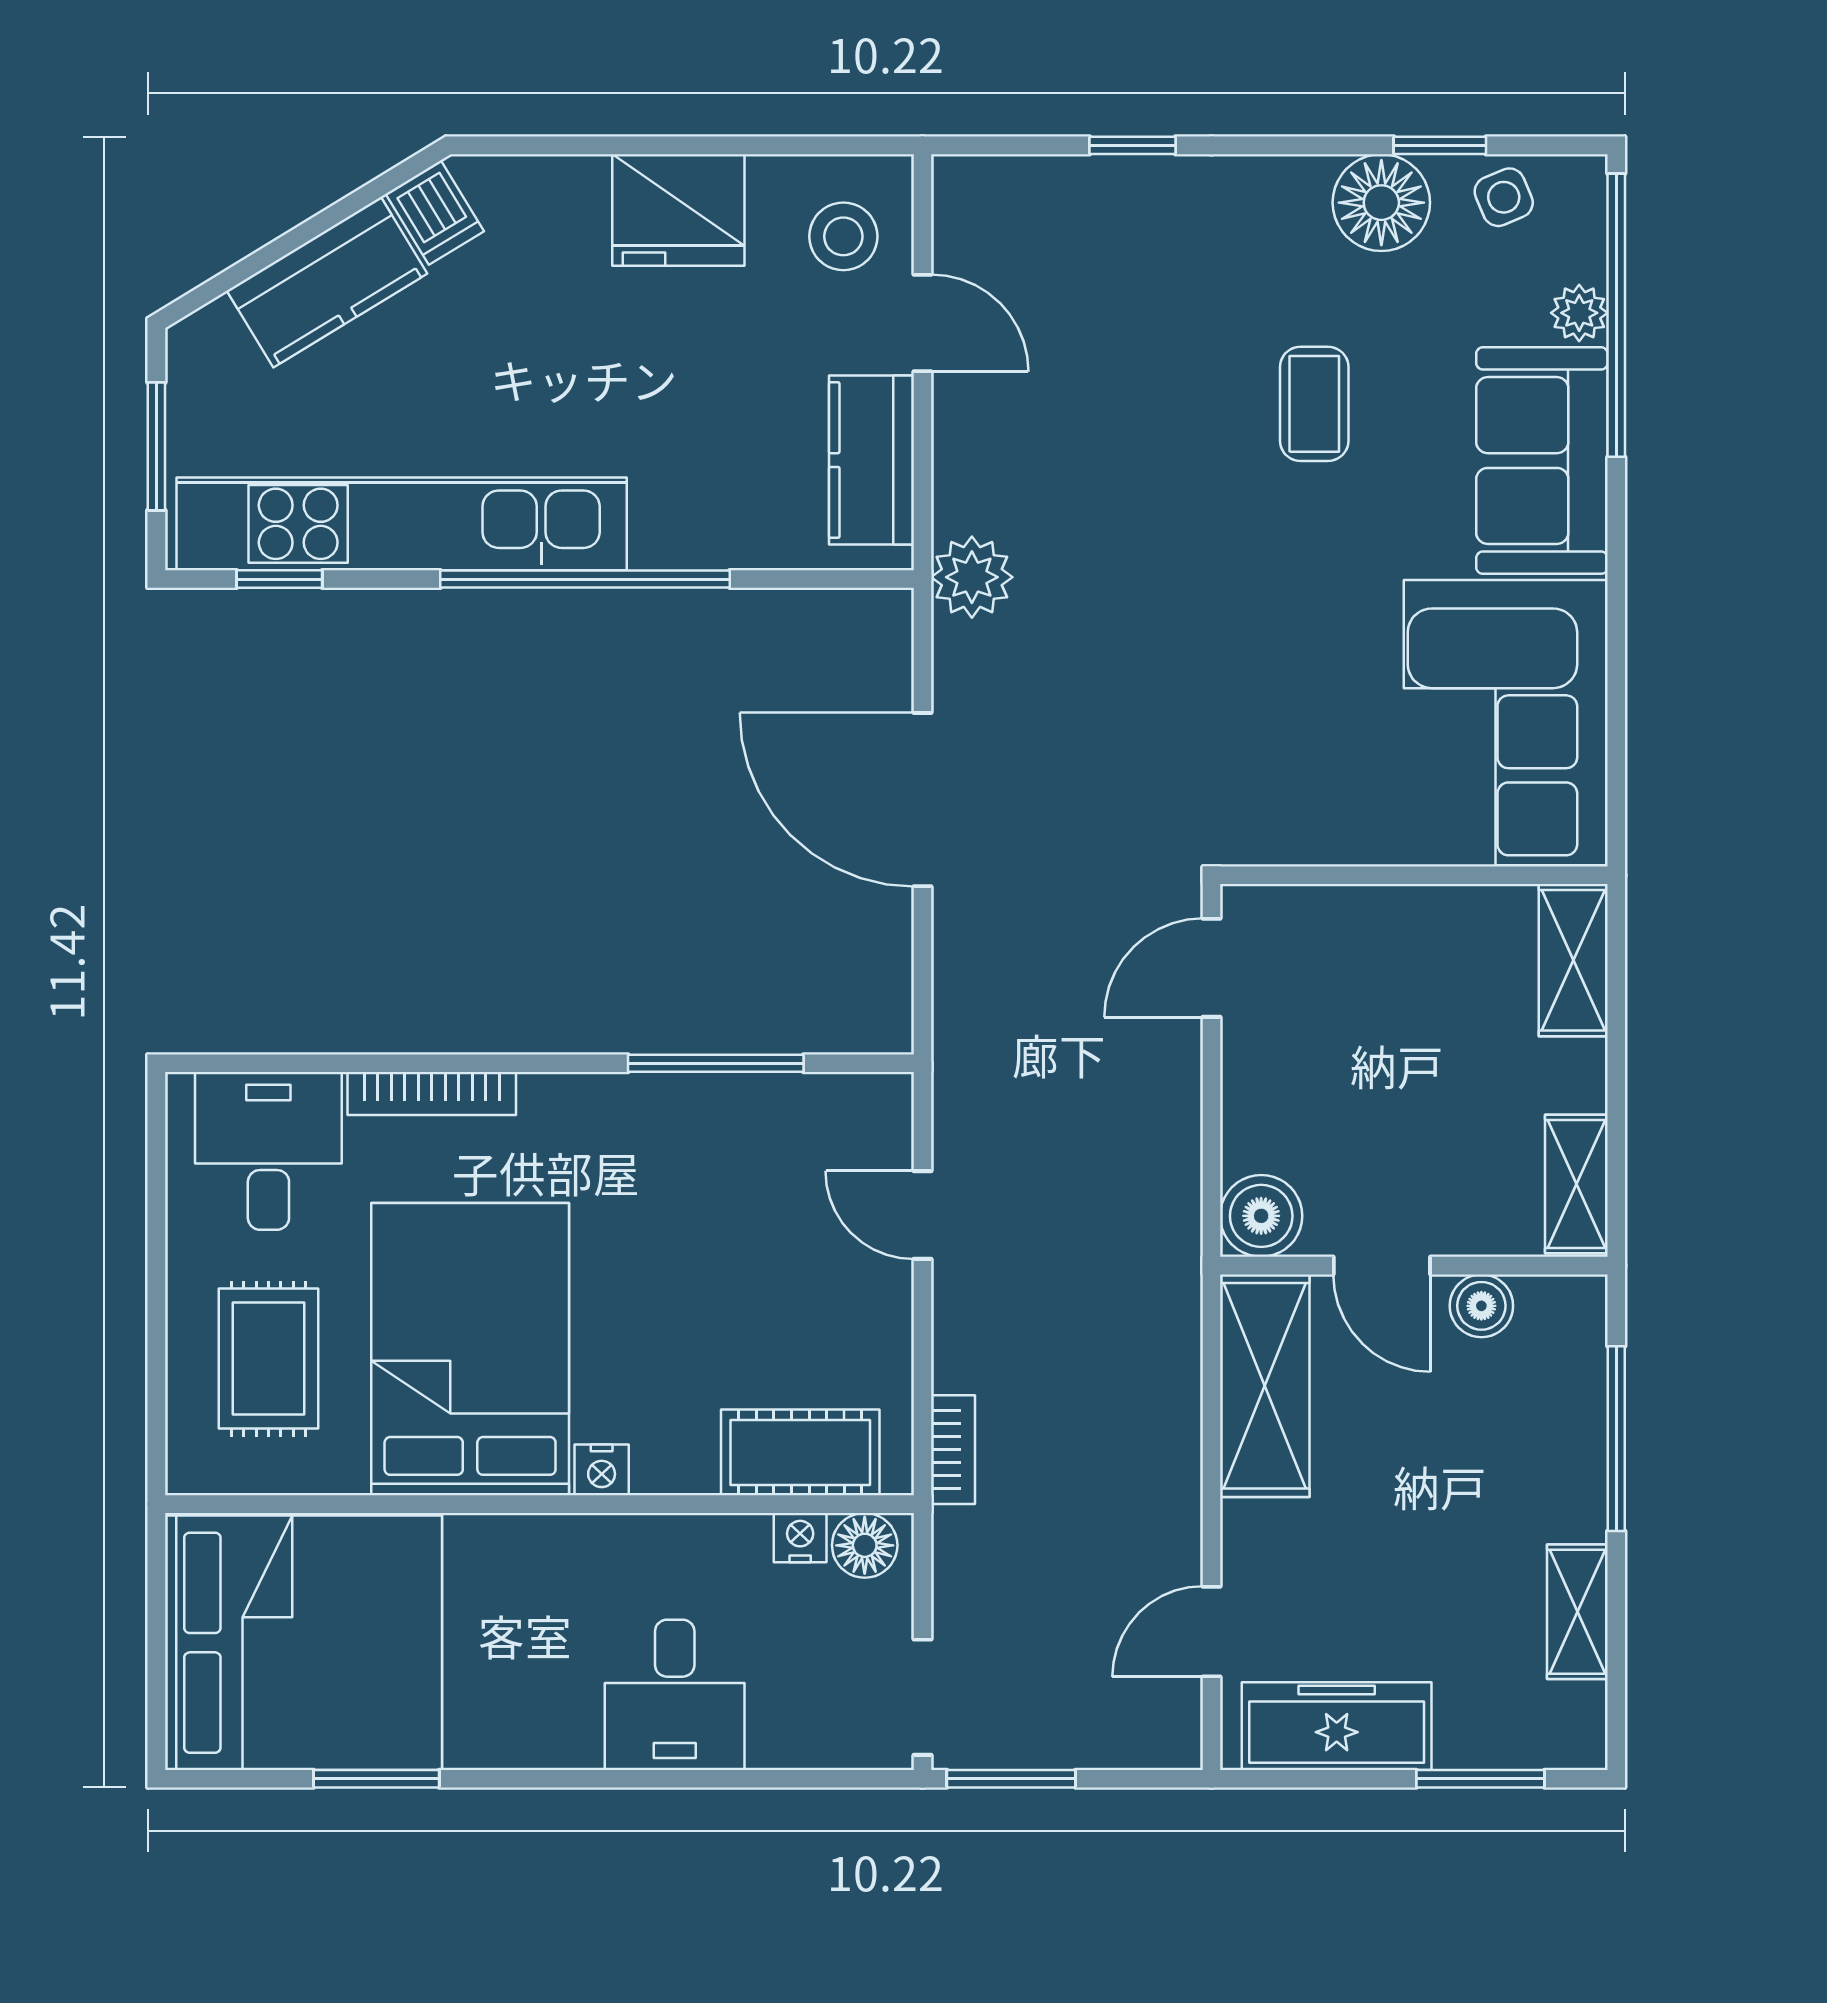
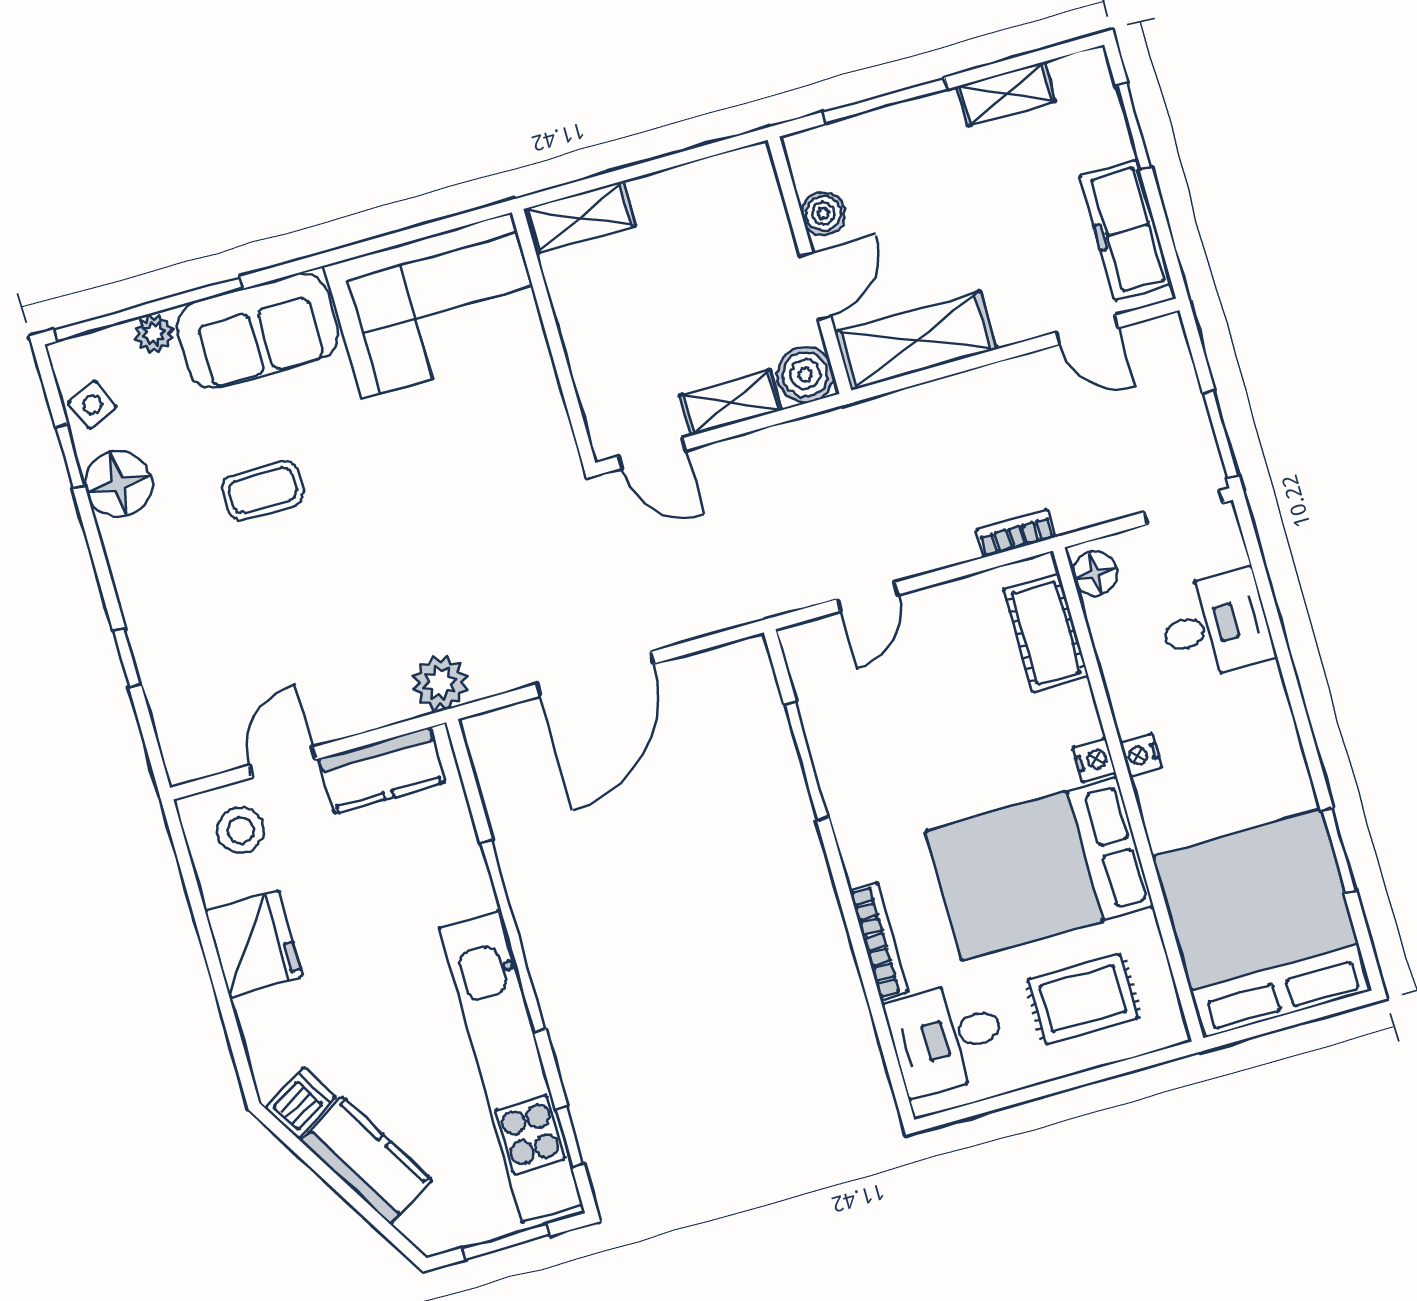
shelving: (1576, 1184) -> (731, 403), moved
nightstand: (800, 1538) -> (1141, 755), moved
desk: (675, 1695) -> (1215, 625), moved

